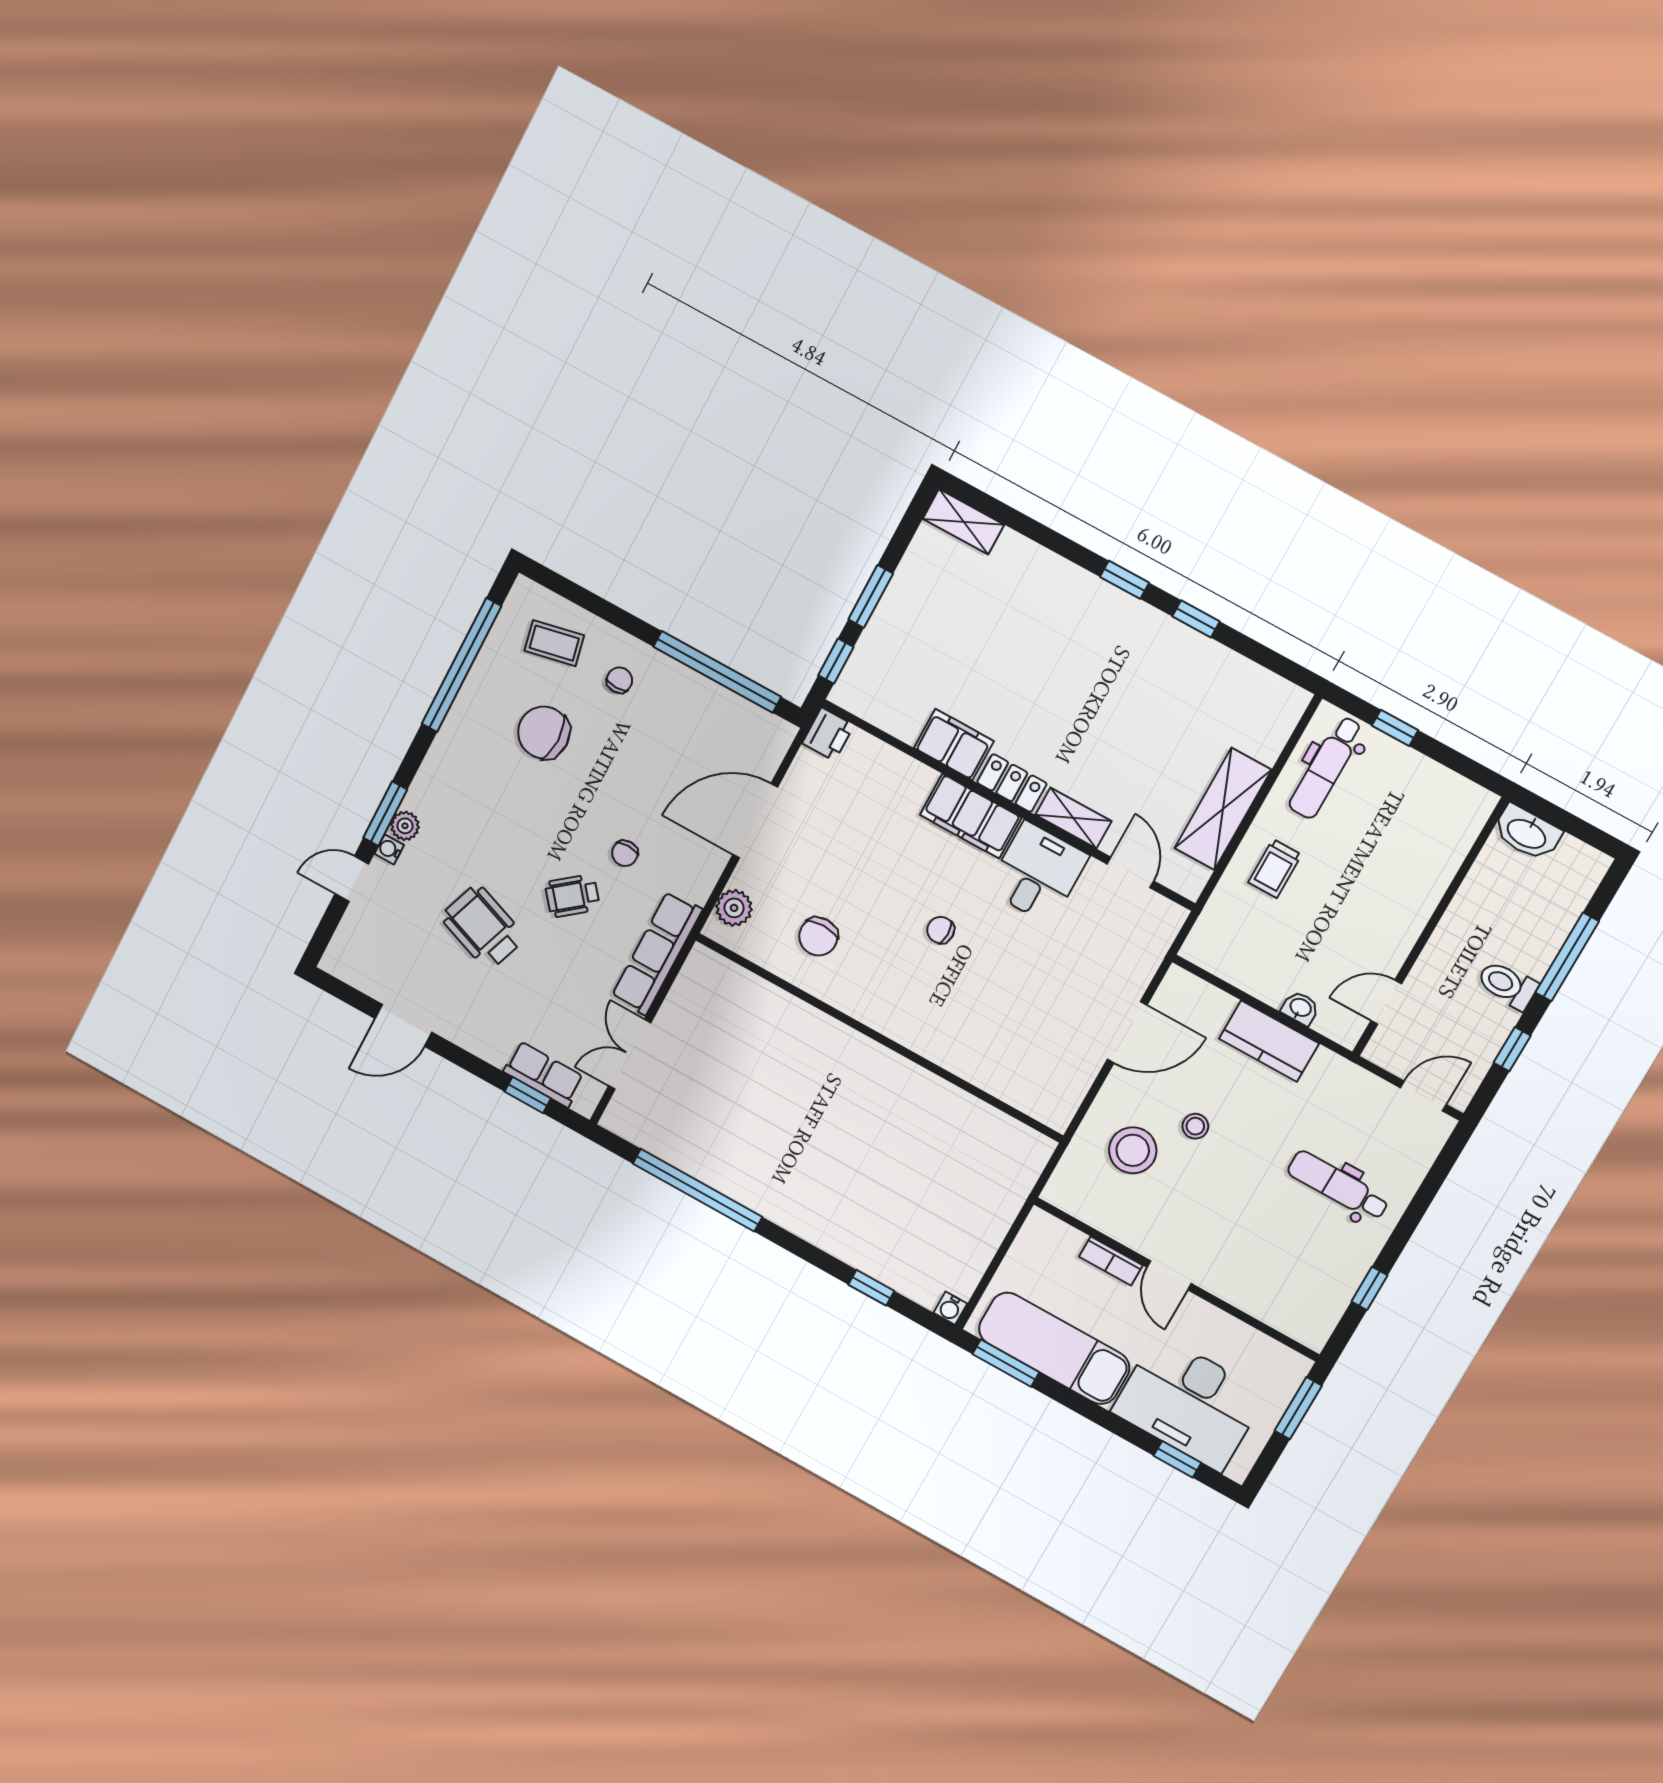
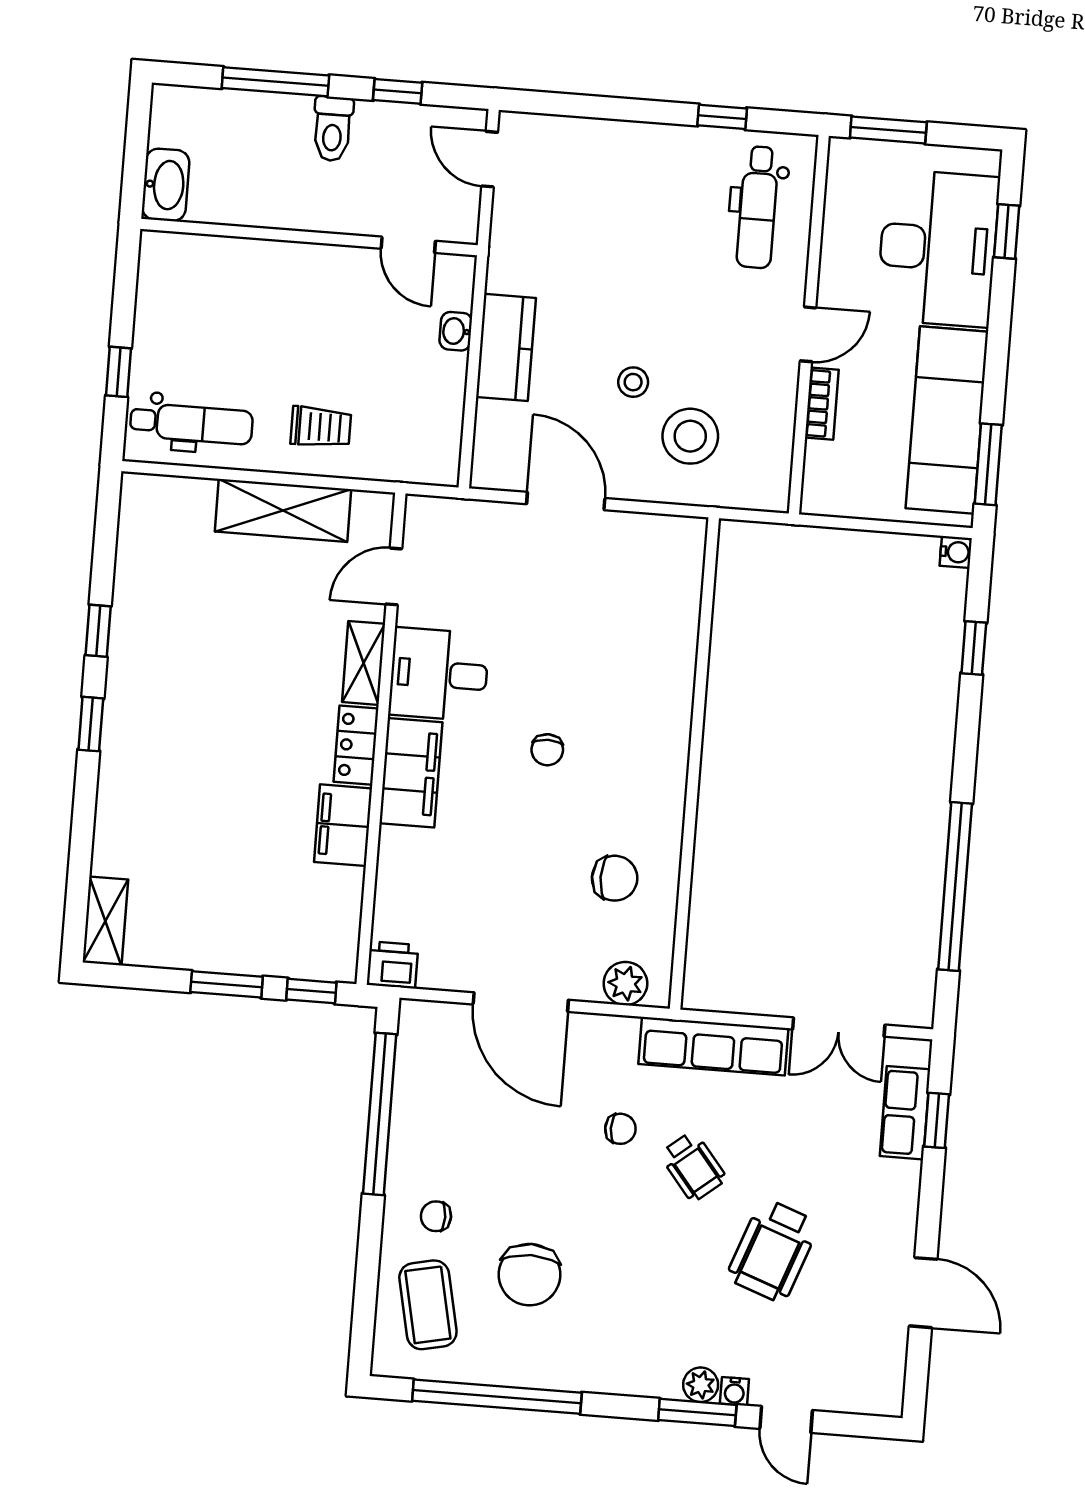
coffee table: (554, 643) -> (428, 1305), width x1.36, depth x1.30
dental chair: (1338, 1186) -> (758, 207), moved

